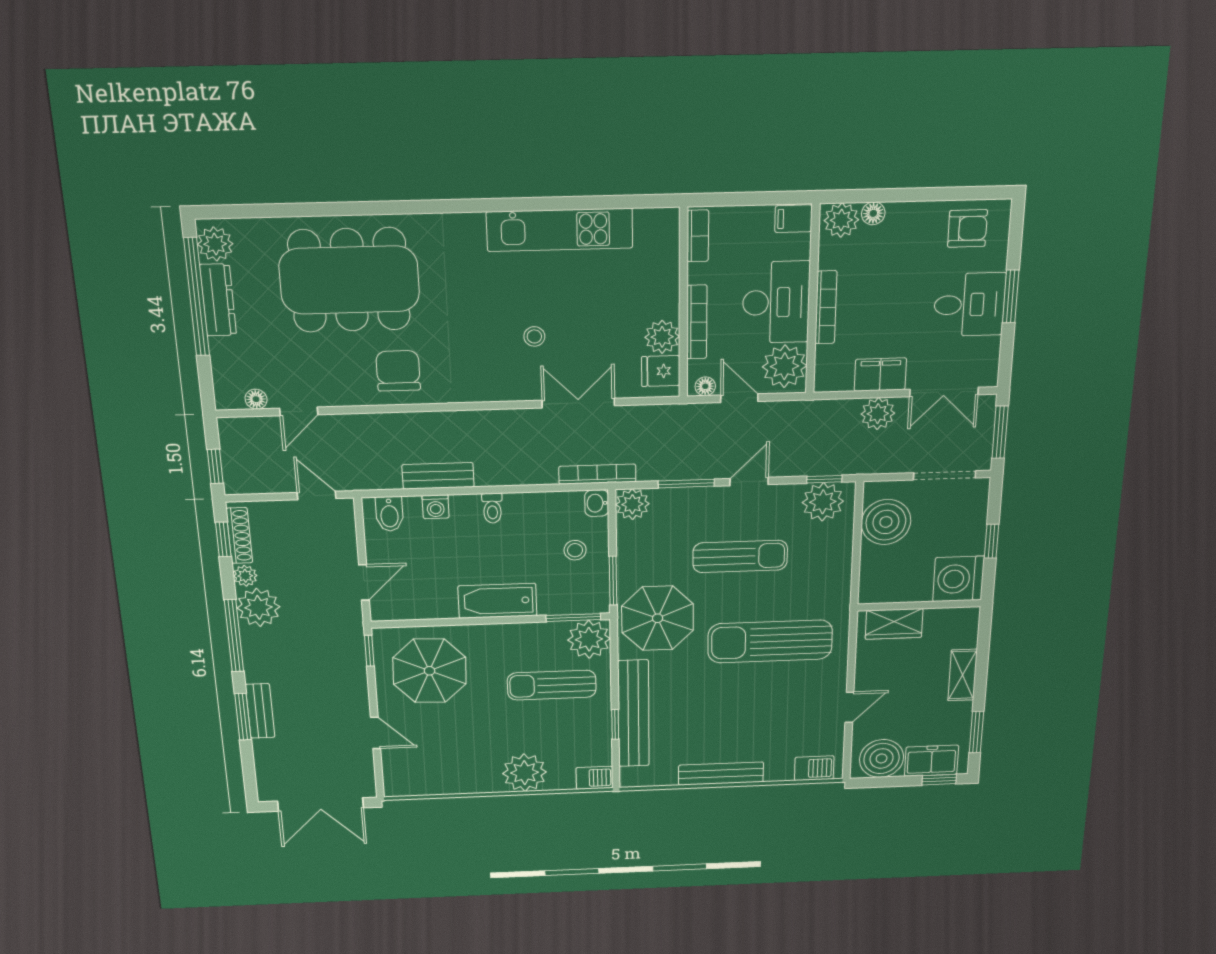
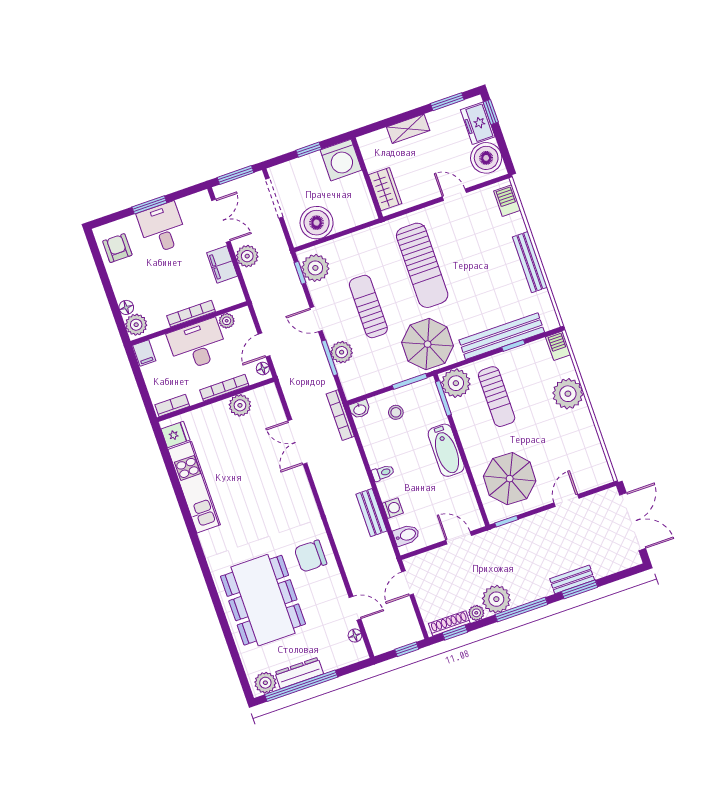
stool: (534, 336) -> (264, 482), removed
plant: (785, 366) -> (227, 321), width x0.53, depth x0.53
fridge: (661, 371) -> (175, 435), moved, turned -90
plant: (632, 504) -> (342, 352), moved

